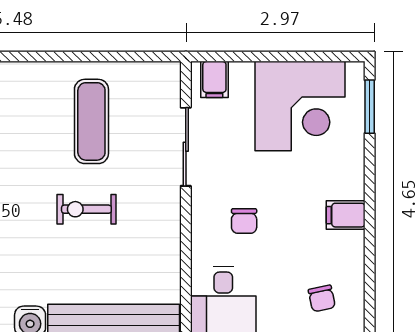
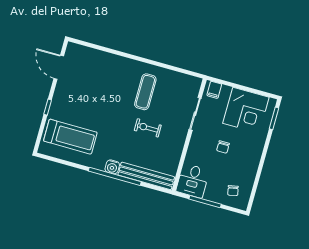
exercise mat: (91, 121) -> (145, 92), moved
filing cabinet: (346, 215) -> (252, 160), removed
chair: (244, 221) -> (223, 147), moved

